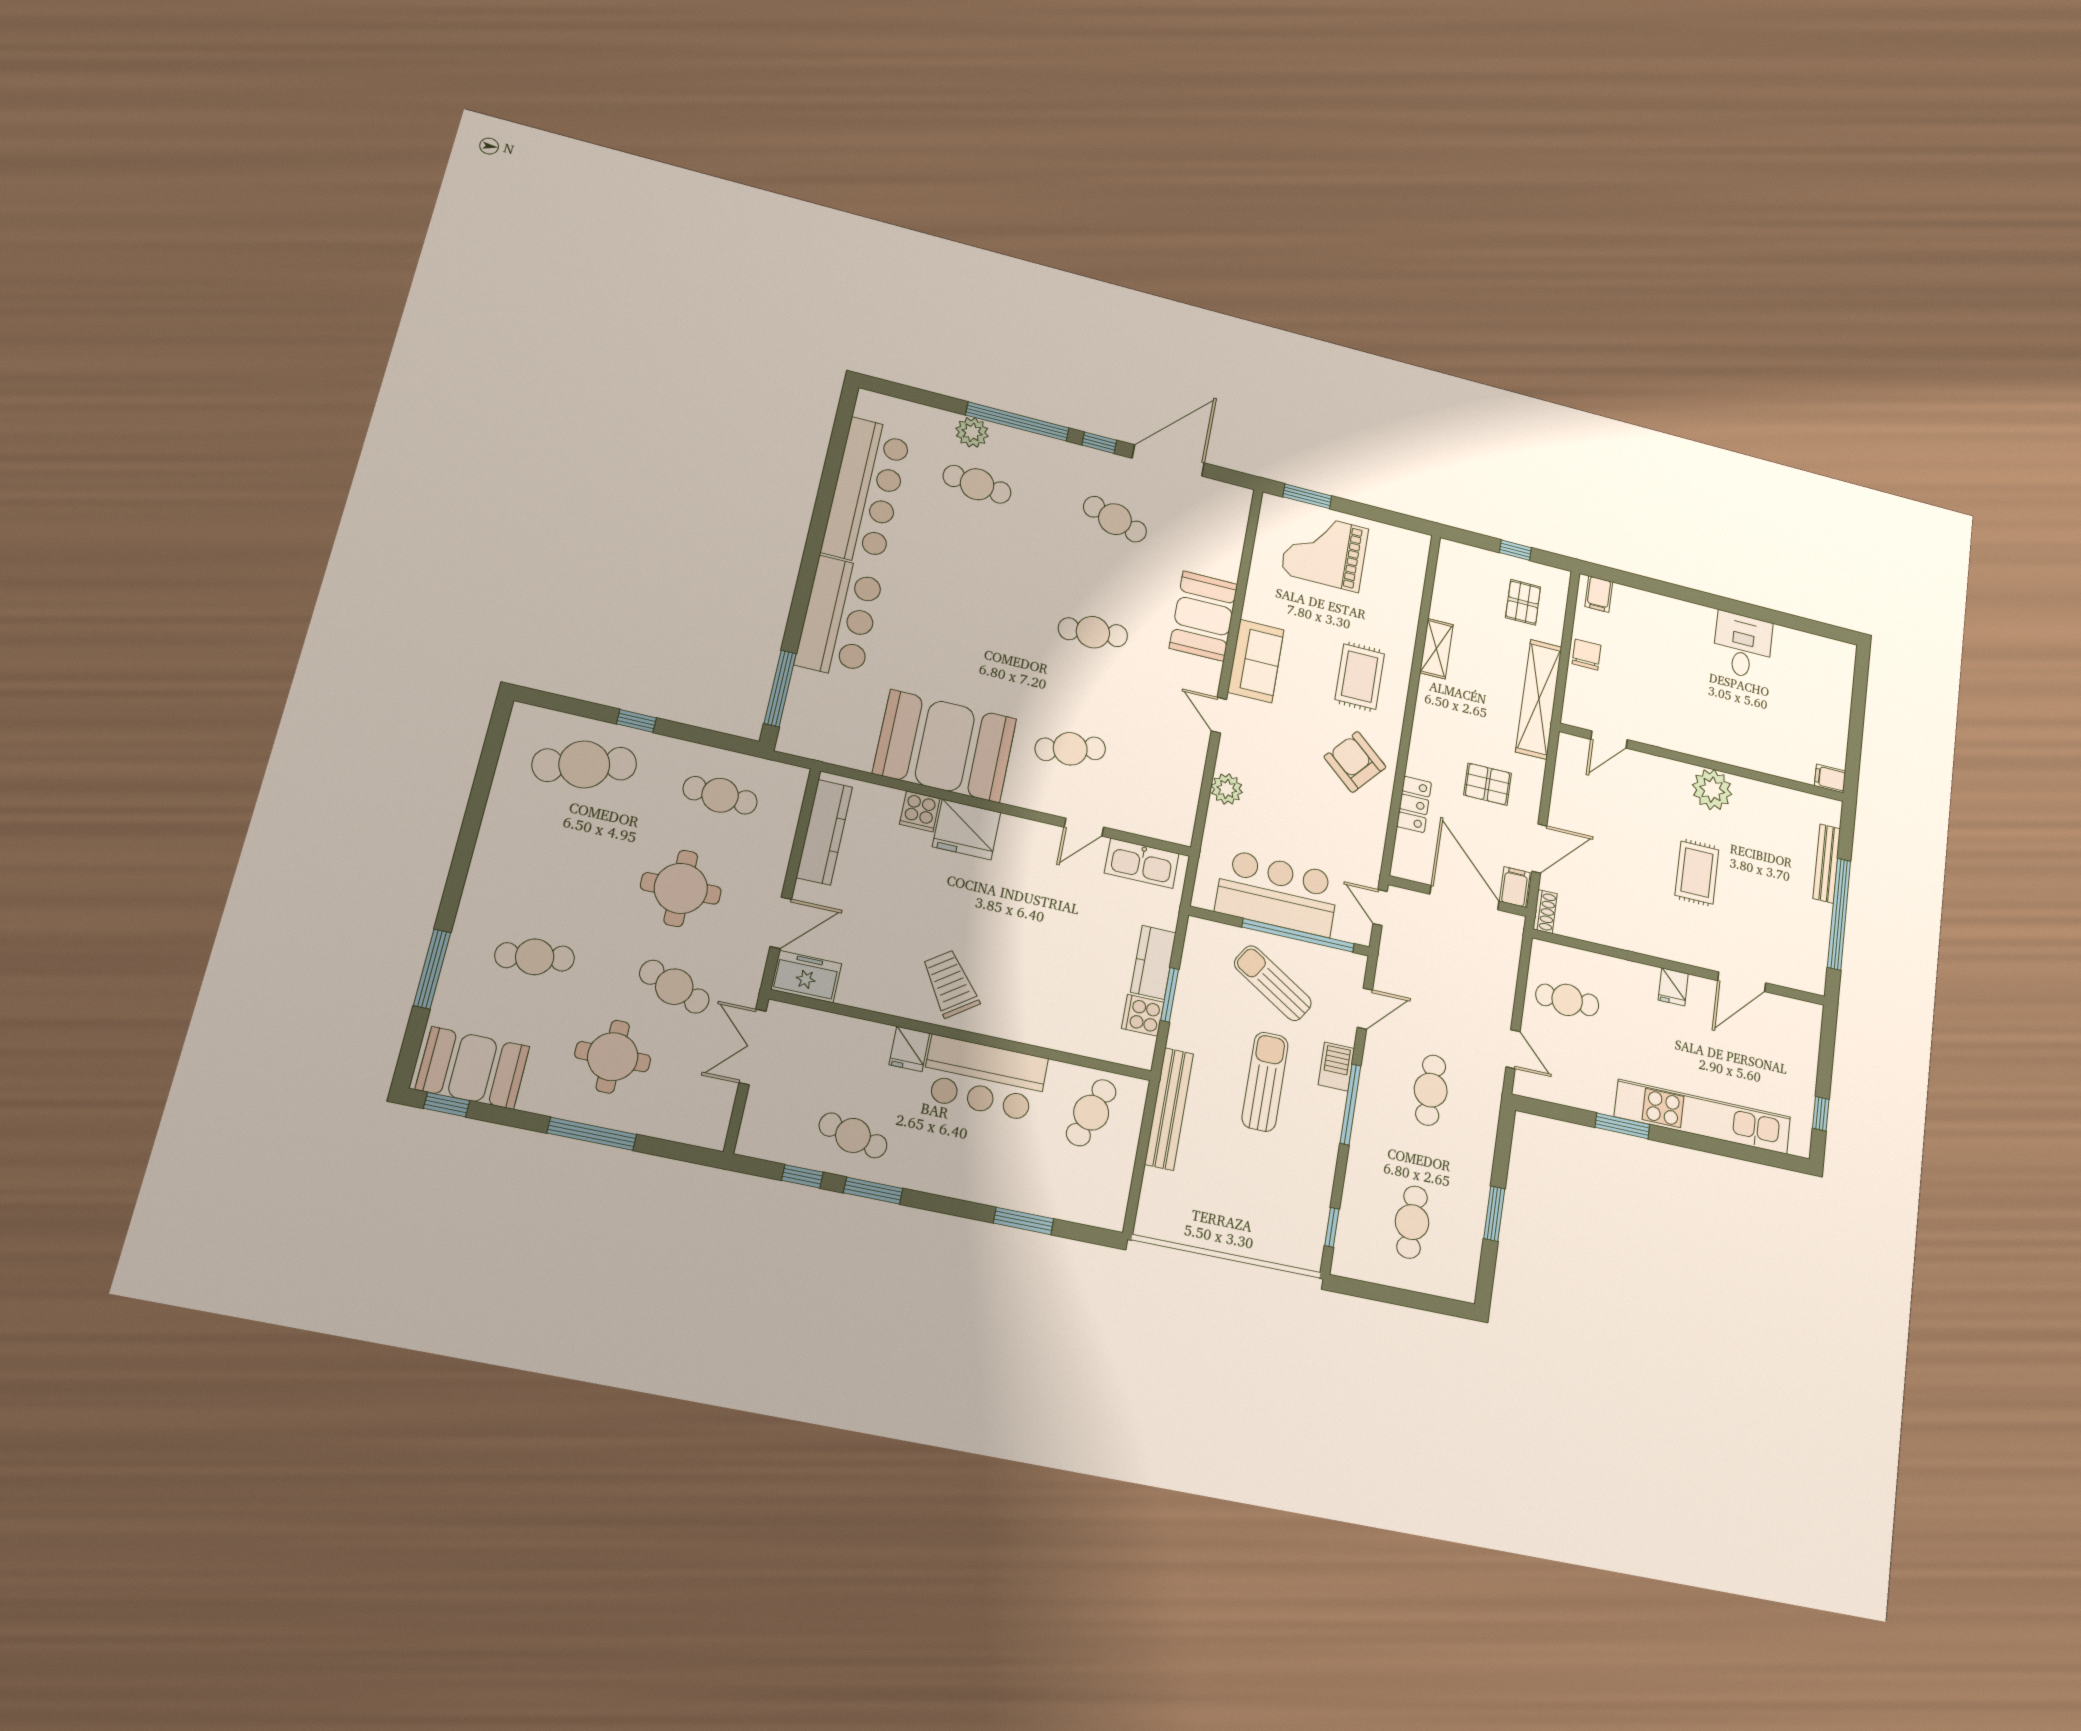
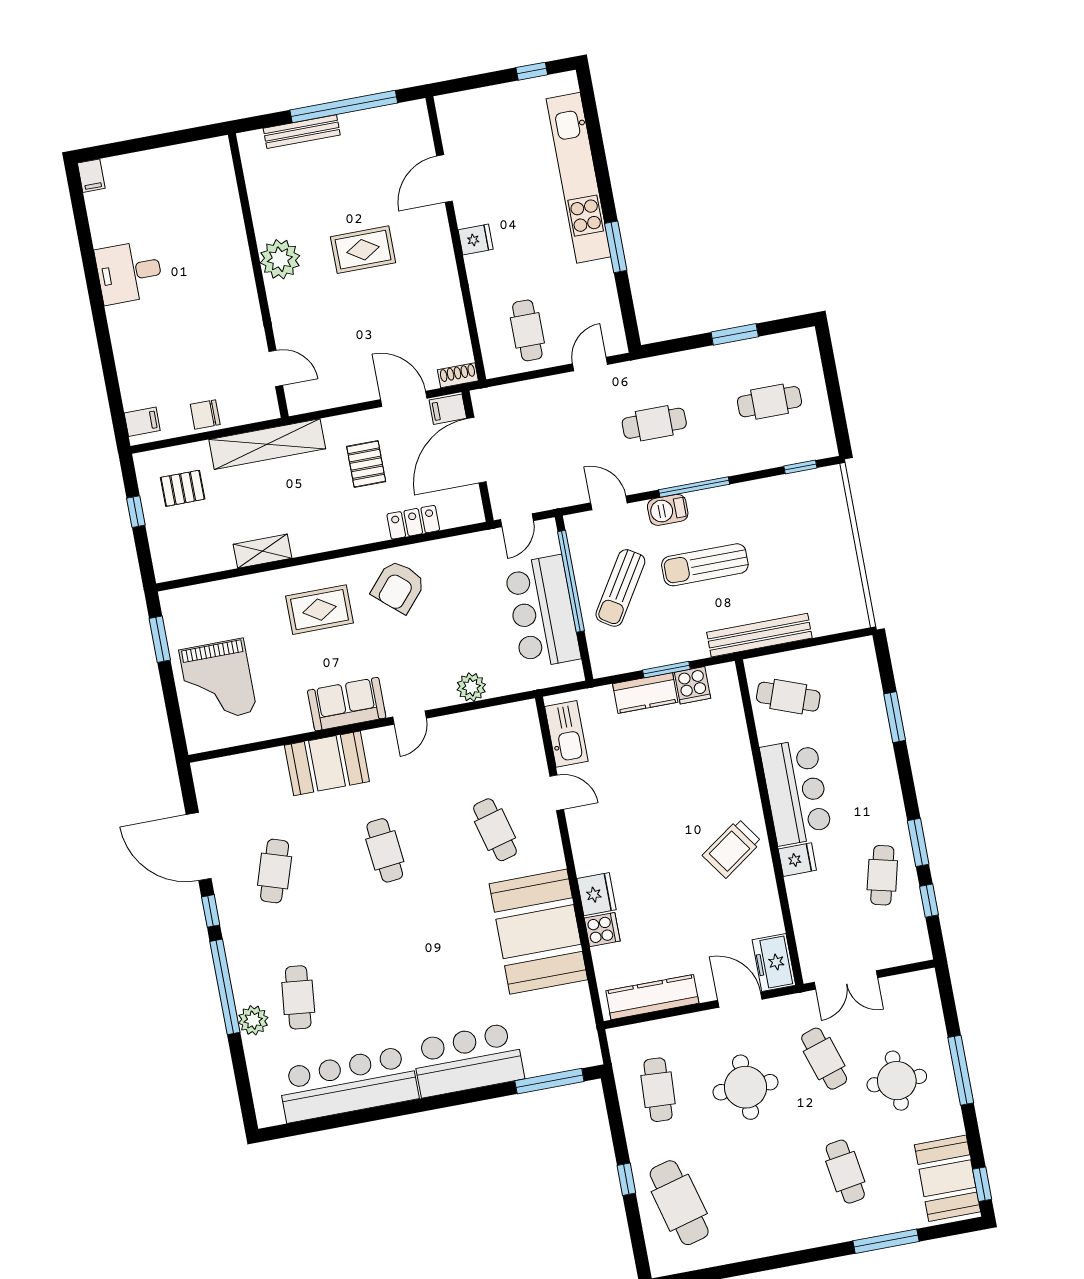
window: (1307, 496) -> (160, 639), moved
filing cabinet: (1830, 778) -> (91, 176), moved
fridge: (967, 829) -> (596, 894), width x0.73, depth x0.75
door: (1742, 982) -> (444, 179), swing flipped
cafe table: (674, 987) -> (824, 1059), turned -39

